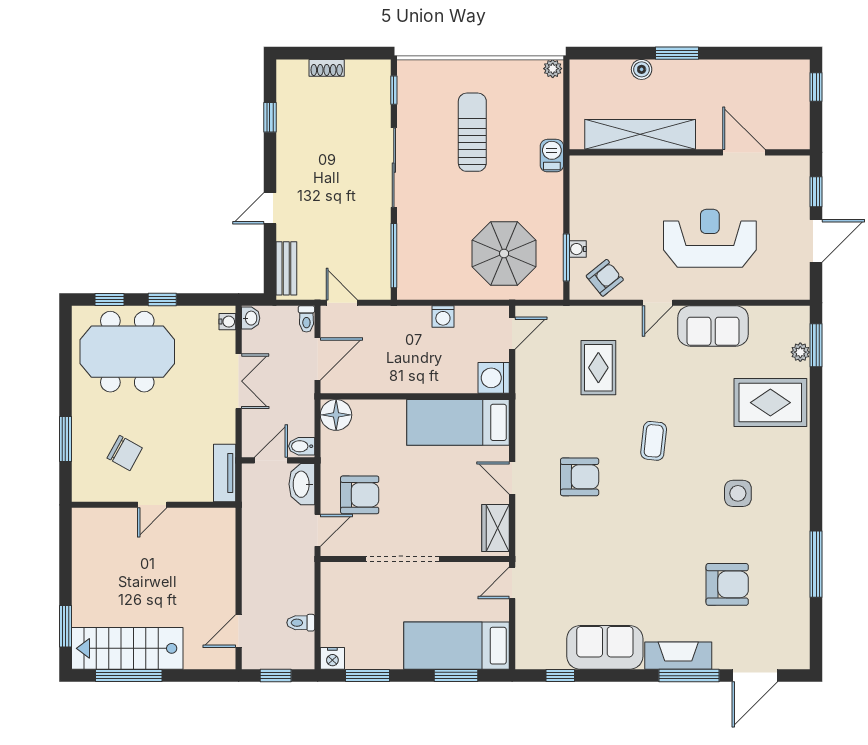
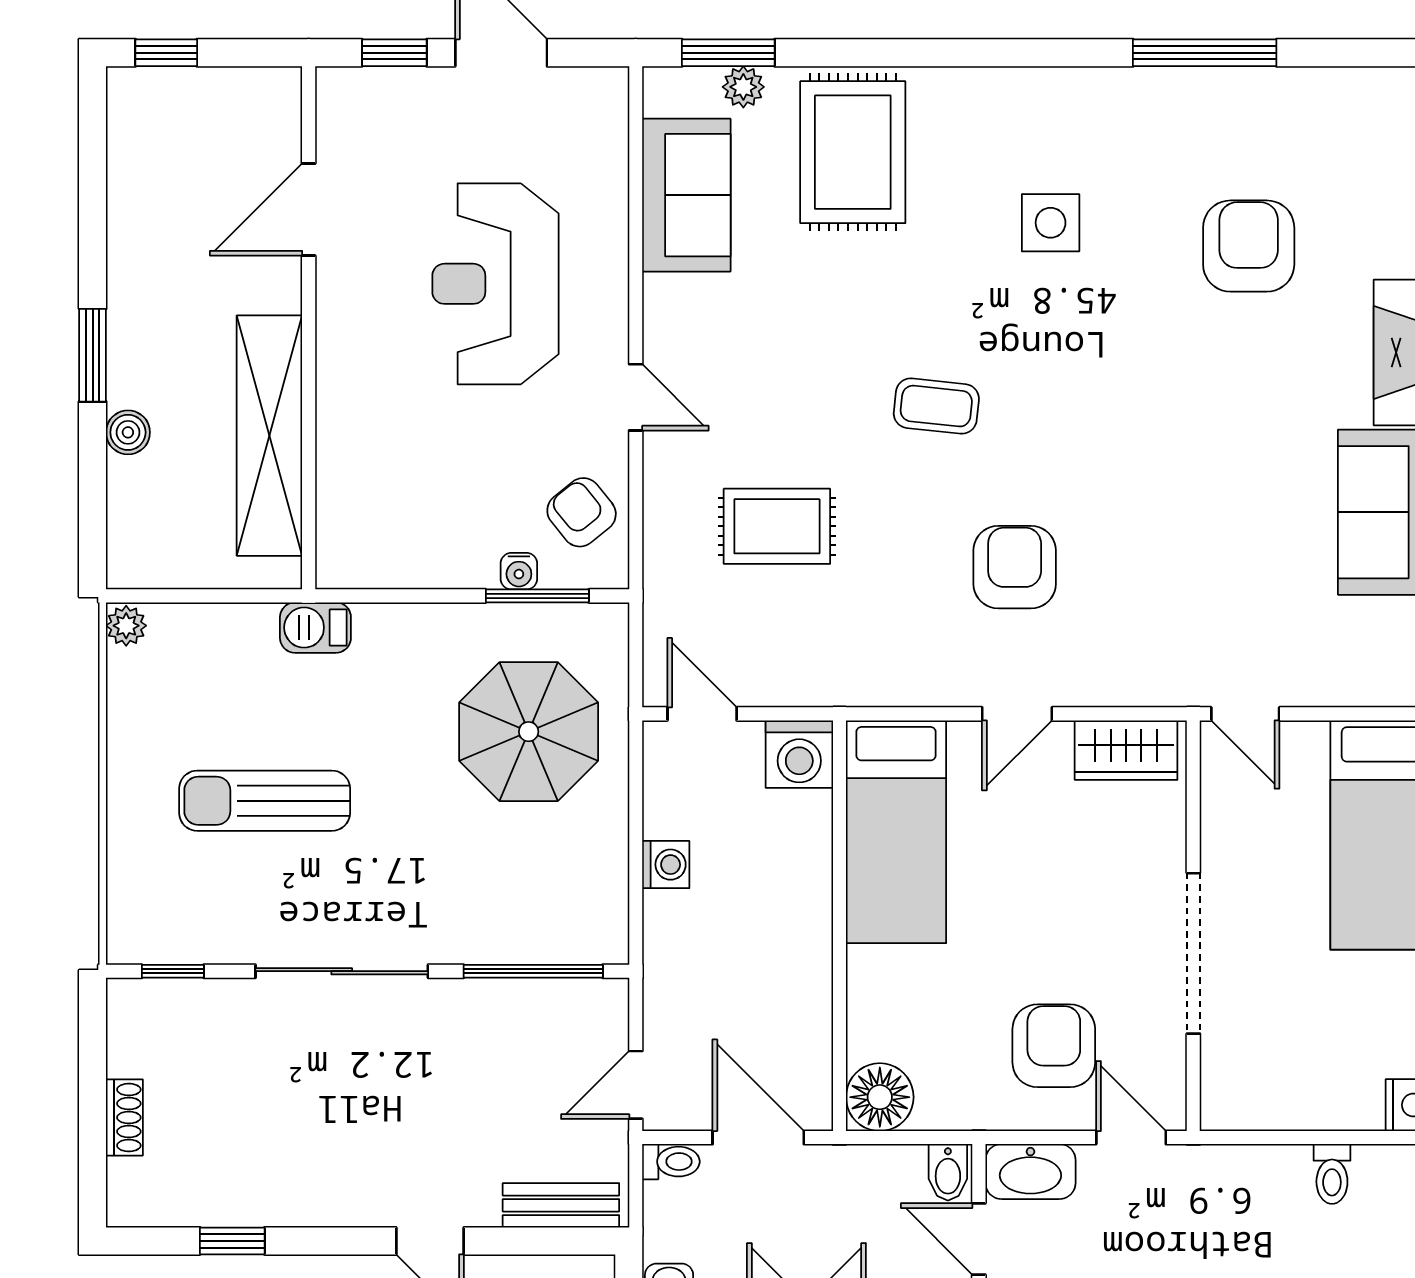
sofa: (713, 326) -> (686, 195), moved

